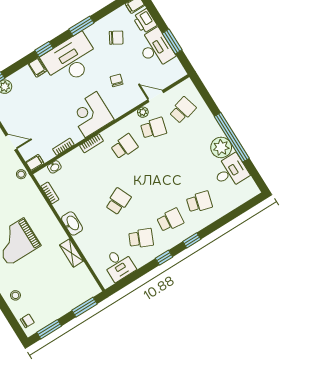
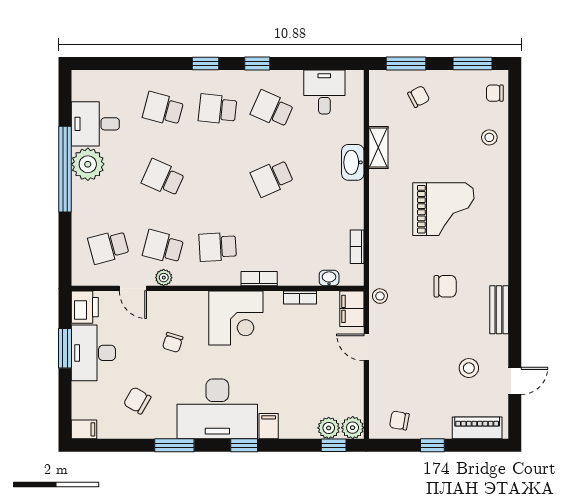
printer: (145, 21) -> (85, 307), moved
filing cabinet: (35, 163) -> (352, 309), width x2.00
school desk: (176, 165) -> (163, 178), added
washbasin: (72, 223) -> (353, 162), moved
chair: (67, 294) -> (419, 97), added

